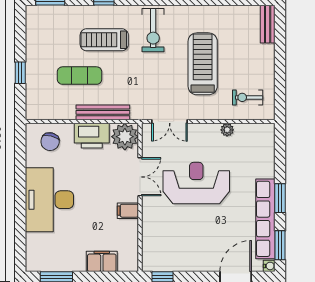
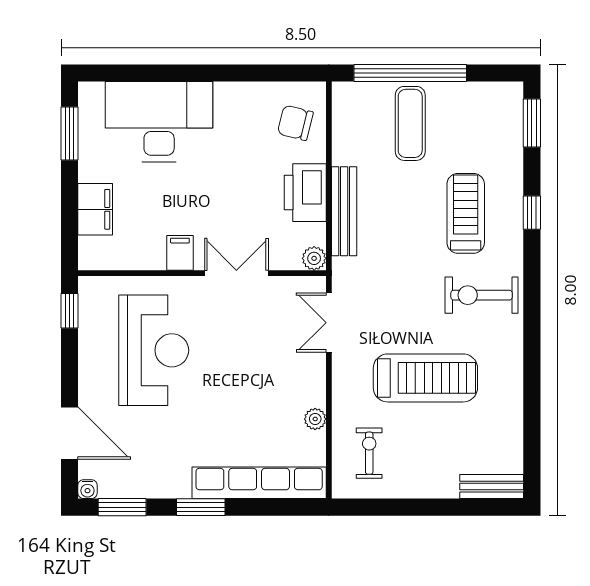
window: (20, 73) -> (410, 73), width x3.17
exercise mat: (80, 76) -> (410, 123), moved
plant: (125, 137) -> (314, 258), width x0.53, depth x0.53
double door: (140, 177) -> (236, 273), swing flipped
reception desk: (196, 183) -> (154, 350), moved
desk: (49, 200) -> (159, 122), moved
row of seats: (265, 219) -> (259, 483), moved

